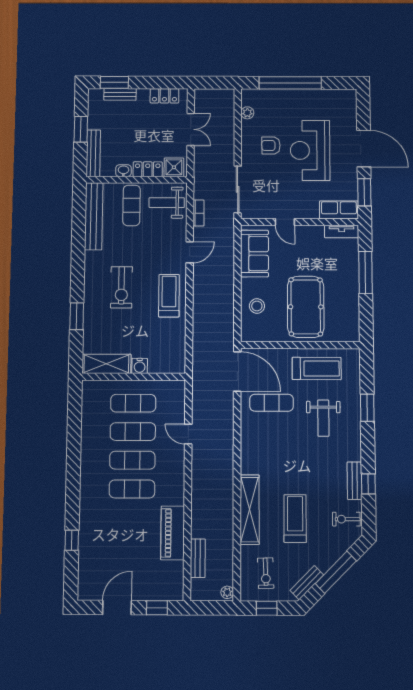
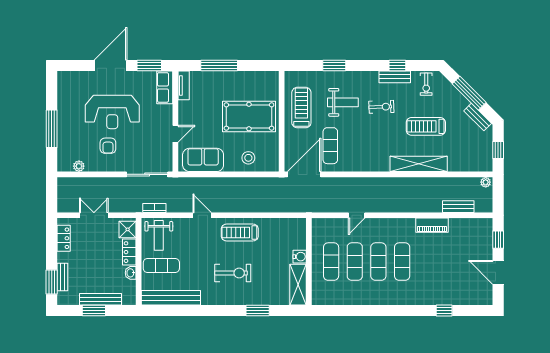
window: (290, 83) -> (52, 129), width x0.68
bench: (93, 153) -> (101, 299), moved
bookcase: (198, 213) -> (154, 208), moved
piano: (173, 533) -> (432, 225), width x0.73, depth x0.75
exercise bike: (266, 573) -> (381, 107), moved

